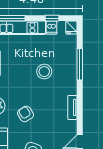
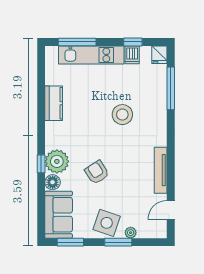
window: (80, 64) -> (171, 88), moved
tv unit: (72, 107) -> (161, 170), width x1.41

